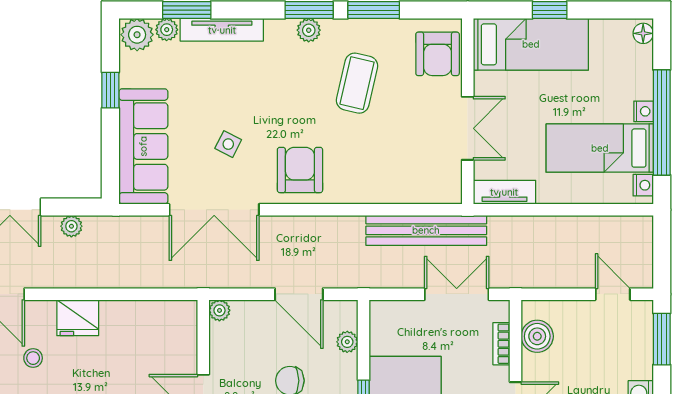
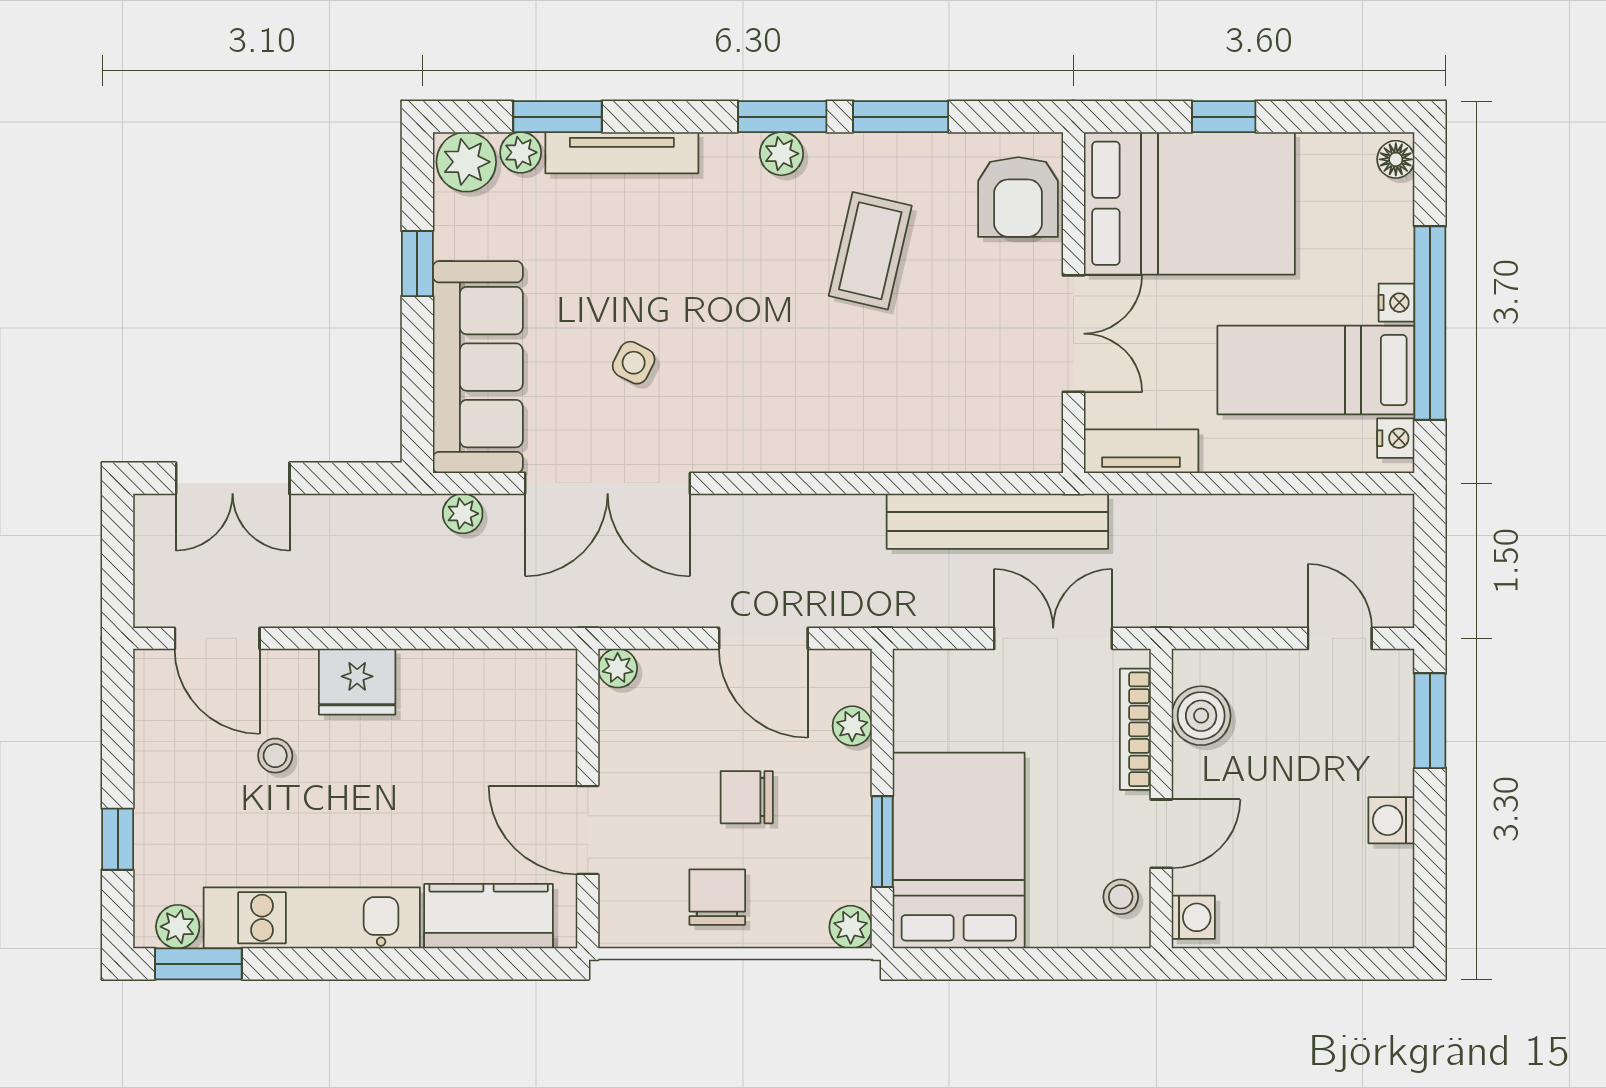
bed: (531, 44) -> (1189, 203), width x1.50
armchair: (300, 170) -> (765, 410), removed
plant: (71, 226) -> (463, 514), moved
bookcase: (501, 344) -> (1135, 729), width x1.56

